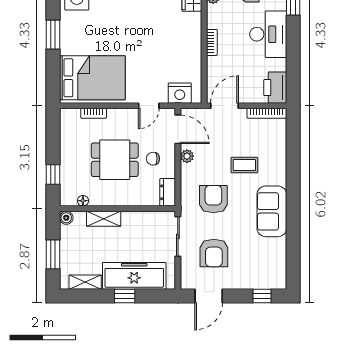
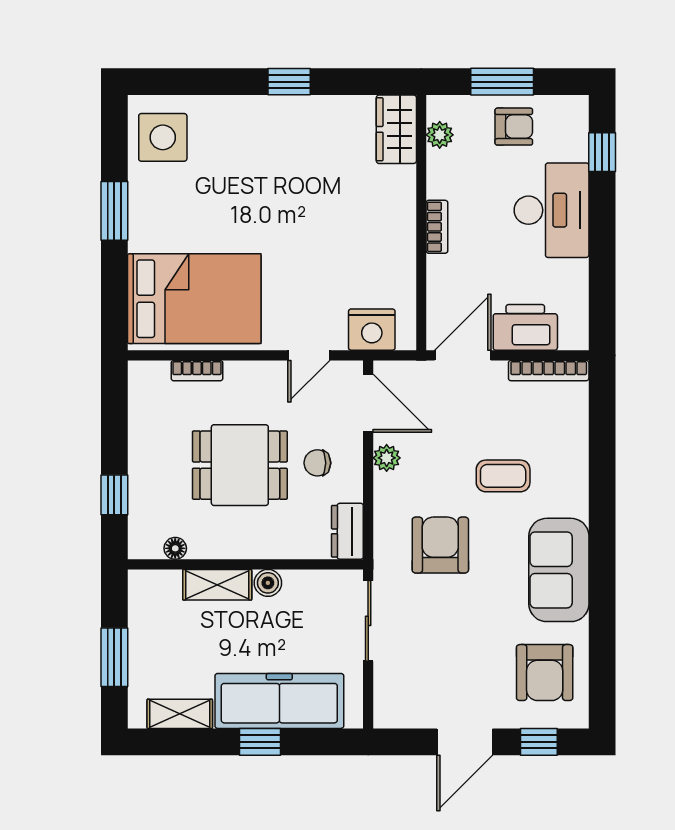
printer: (275, 88) -> (525, 327), moved, turned 90
boiler: (66, 218) -> (268, 583), moved
armchair: (214, 253) -> (545, 673), moved
door: (209, 296) -> (465, 742), moved

